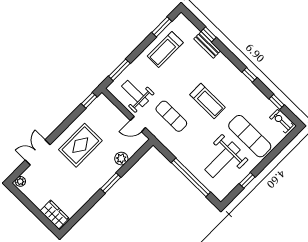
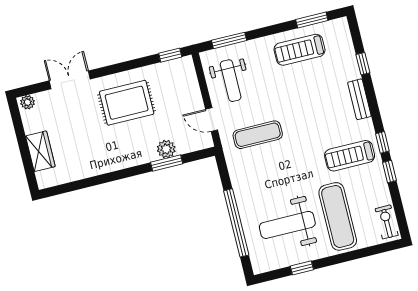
bench: (207, 45) -> (359, 99), moved
weight bench: (135, 93) -> (231, 81), turned 180
treadmill: (207, 101) -> (350, 156), moved, turned 90
window: (277, 102) -> (390, 171), moved
exercise mat: (171, 116) -> (258, 135), turned 90
window: (111, 183) -> (167, 163), moved
wardrobe: (55, 215) -> (40, 151), moved

